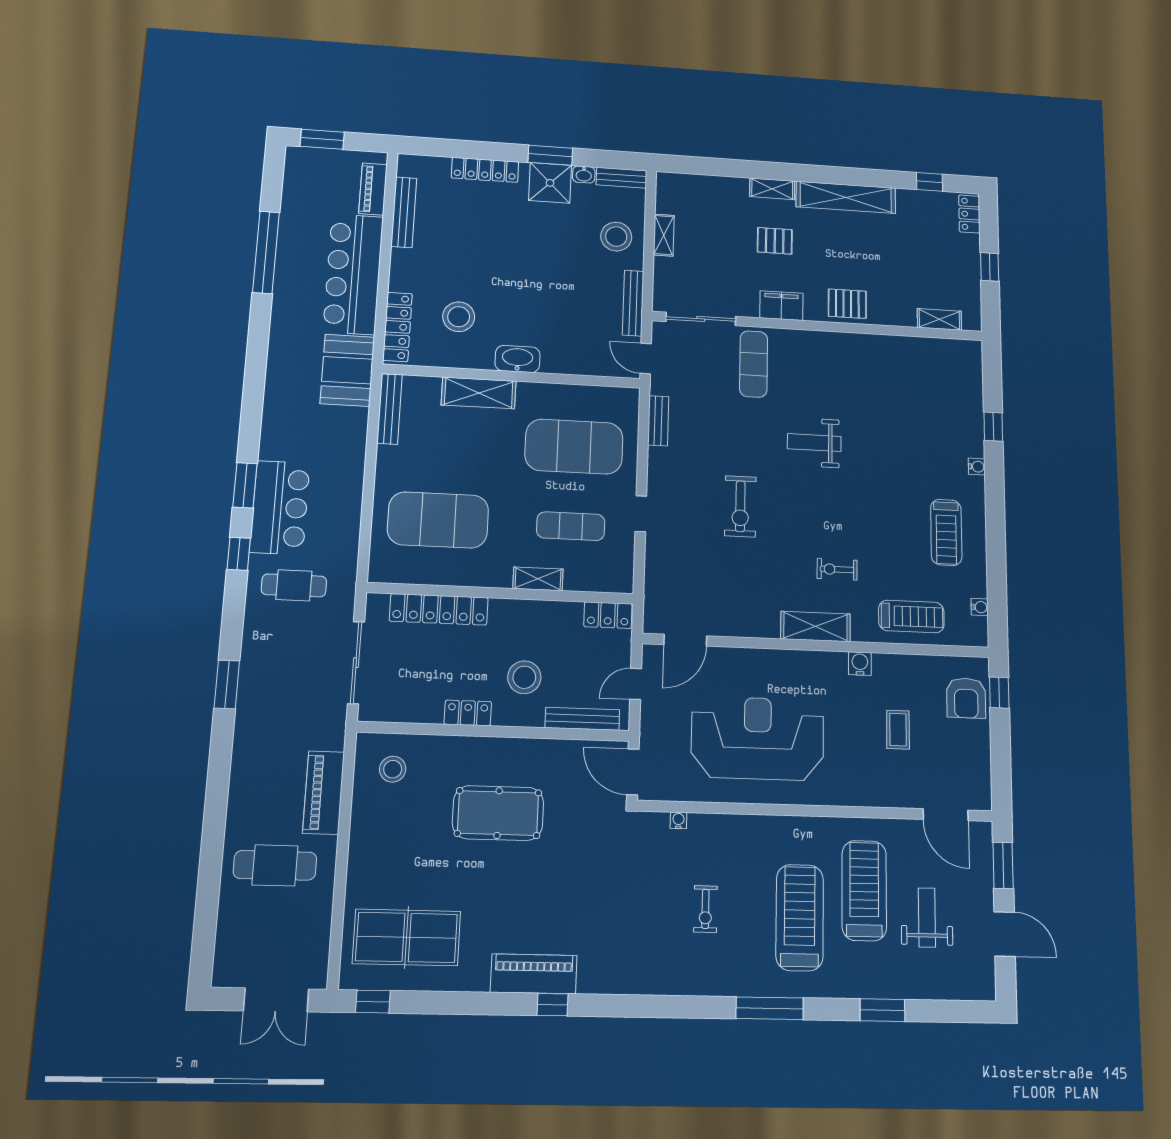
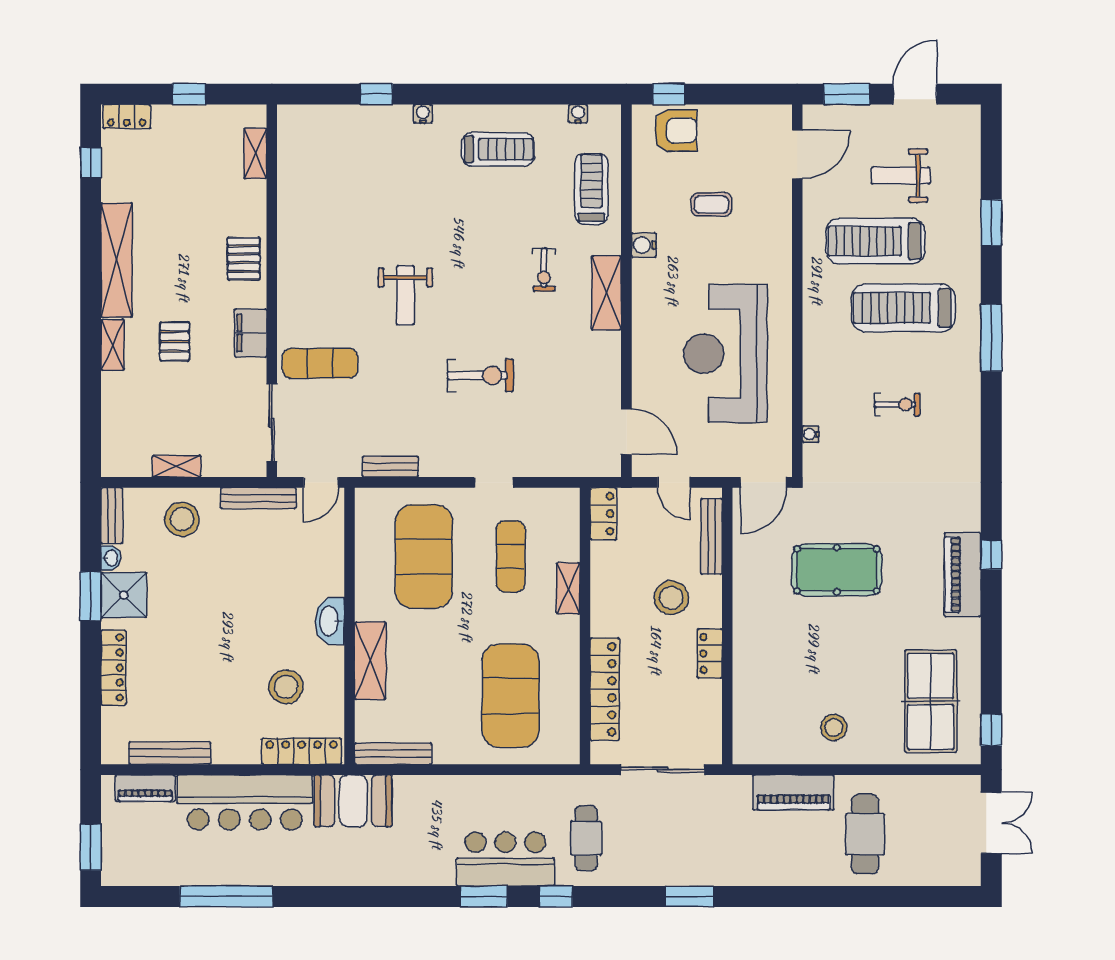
stool: (393, 769) -> (834, 727), moved
pool table: (498, 813) -> (837, 570), moved, turned 90

